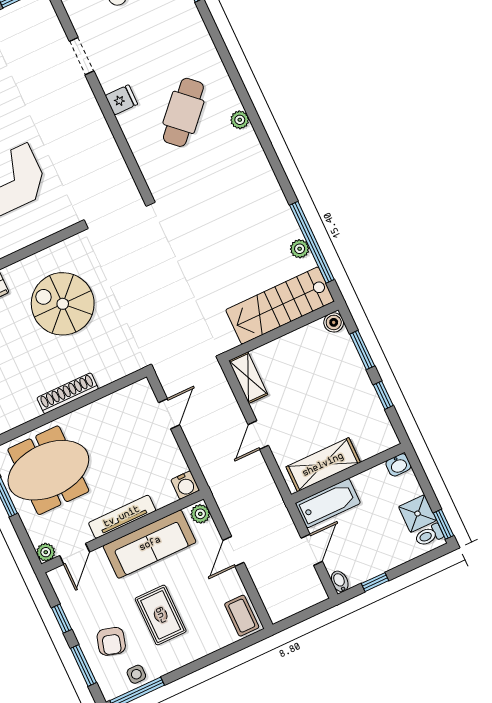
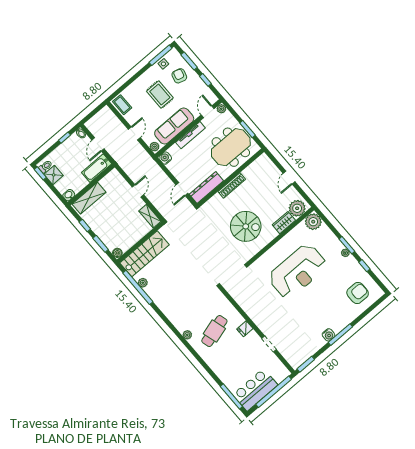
cafe table: (183, 112) -> (214, 331), turned 31
dresser: (119, 404) -> (206, 187), added
shelving: (323, 465) -> (89, 198), moved

